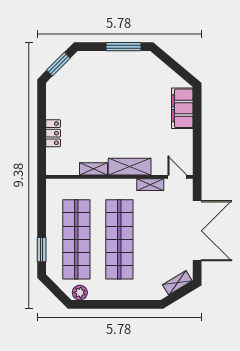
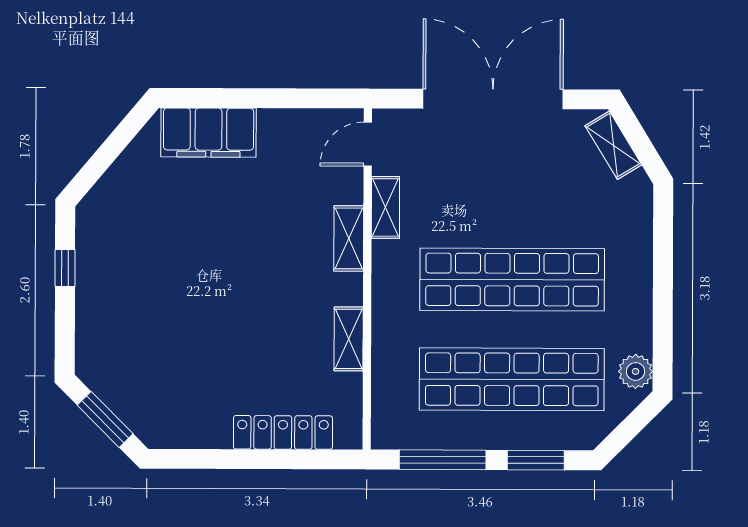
window: (124, 47) -> (65, 268), width x0.46
locker: (53, 133) -> (283, 432), width x1.53
shelving: (130, 167) -> (349, 238), width x0.67, depth x0.75
window: (42, 210) -> (443, 460), added

